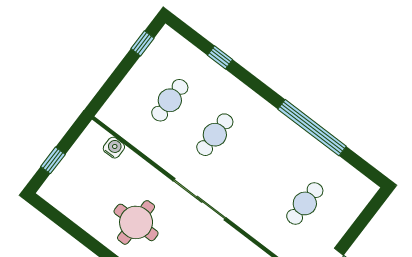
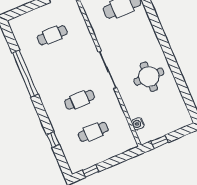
window: (53, 160) -> (159, 142), moved

